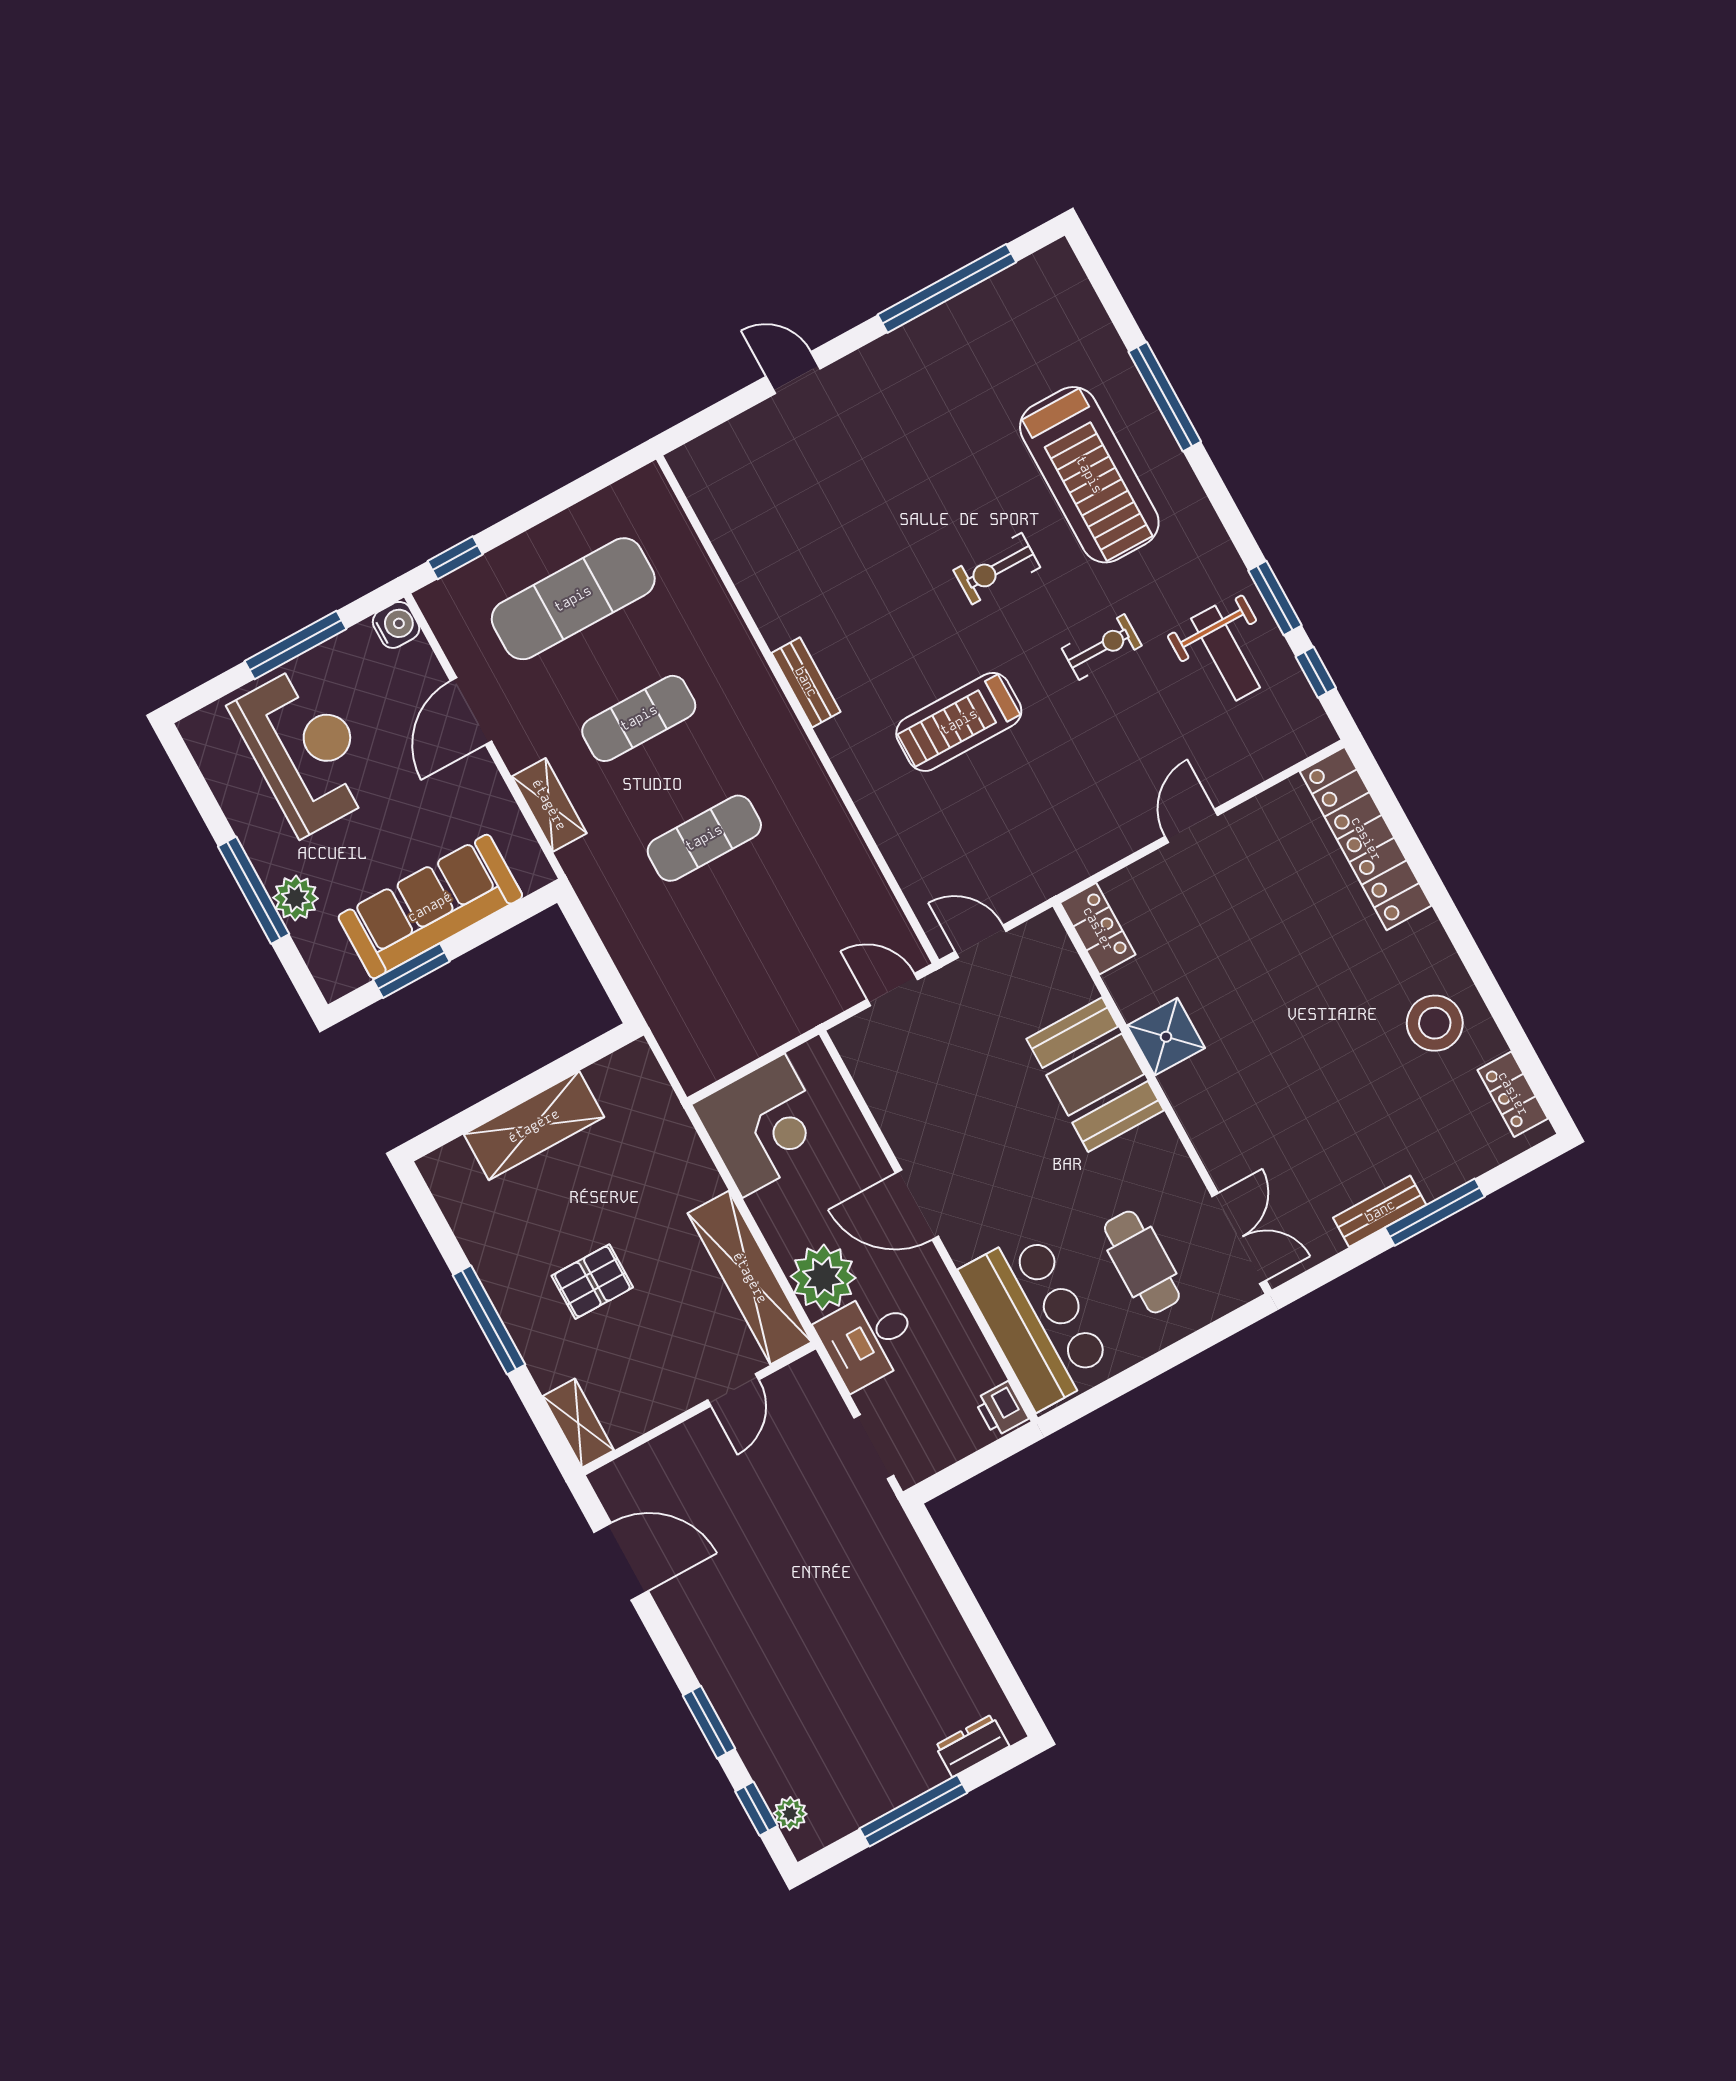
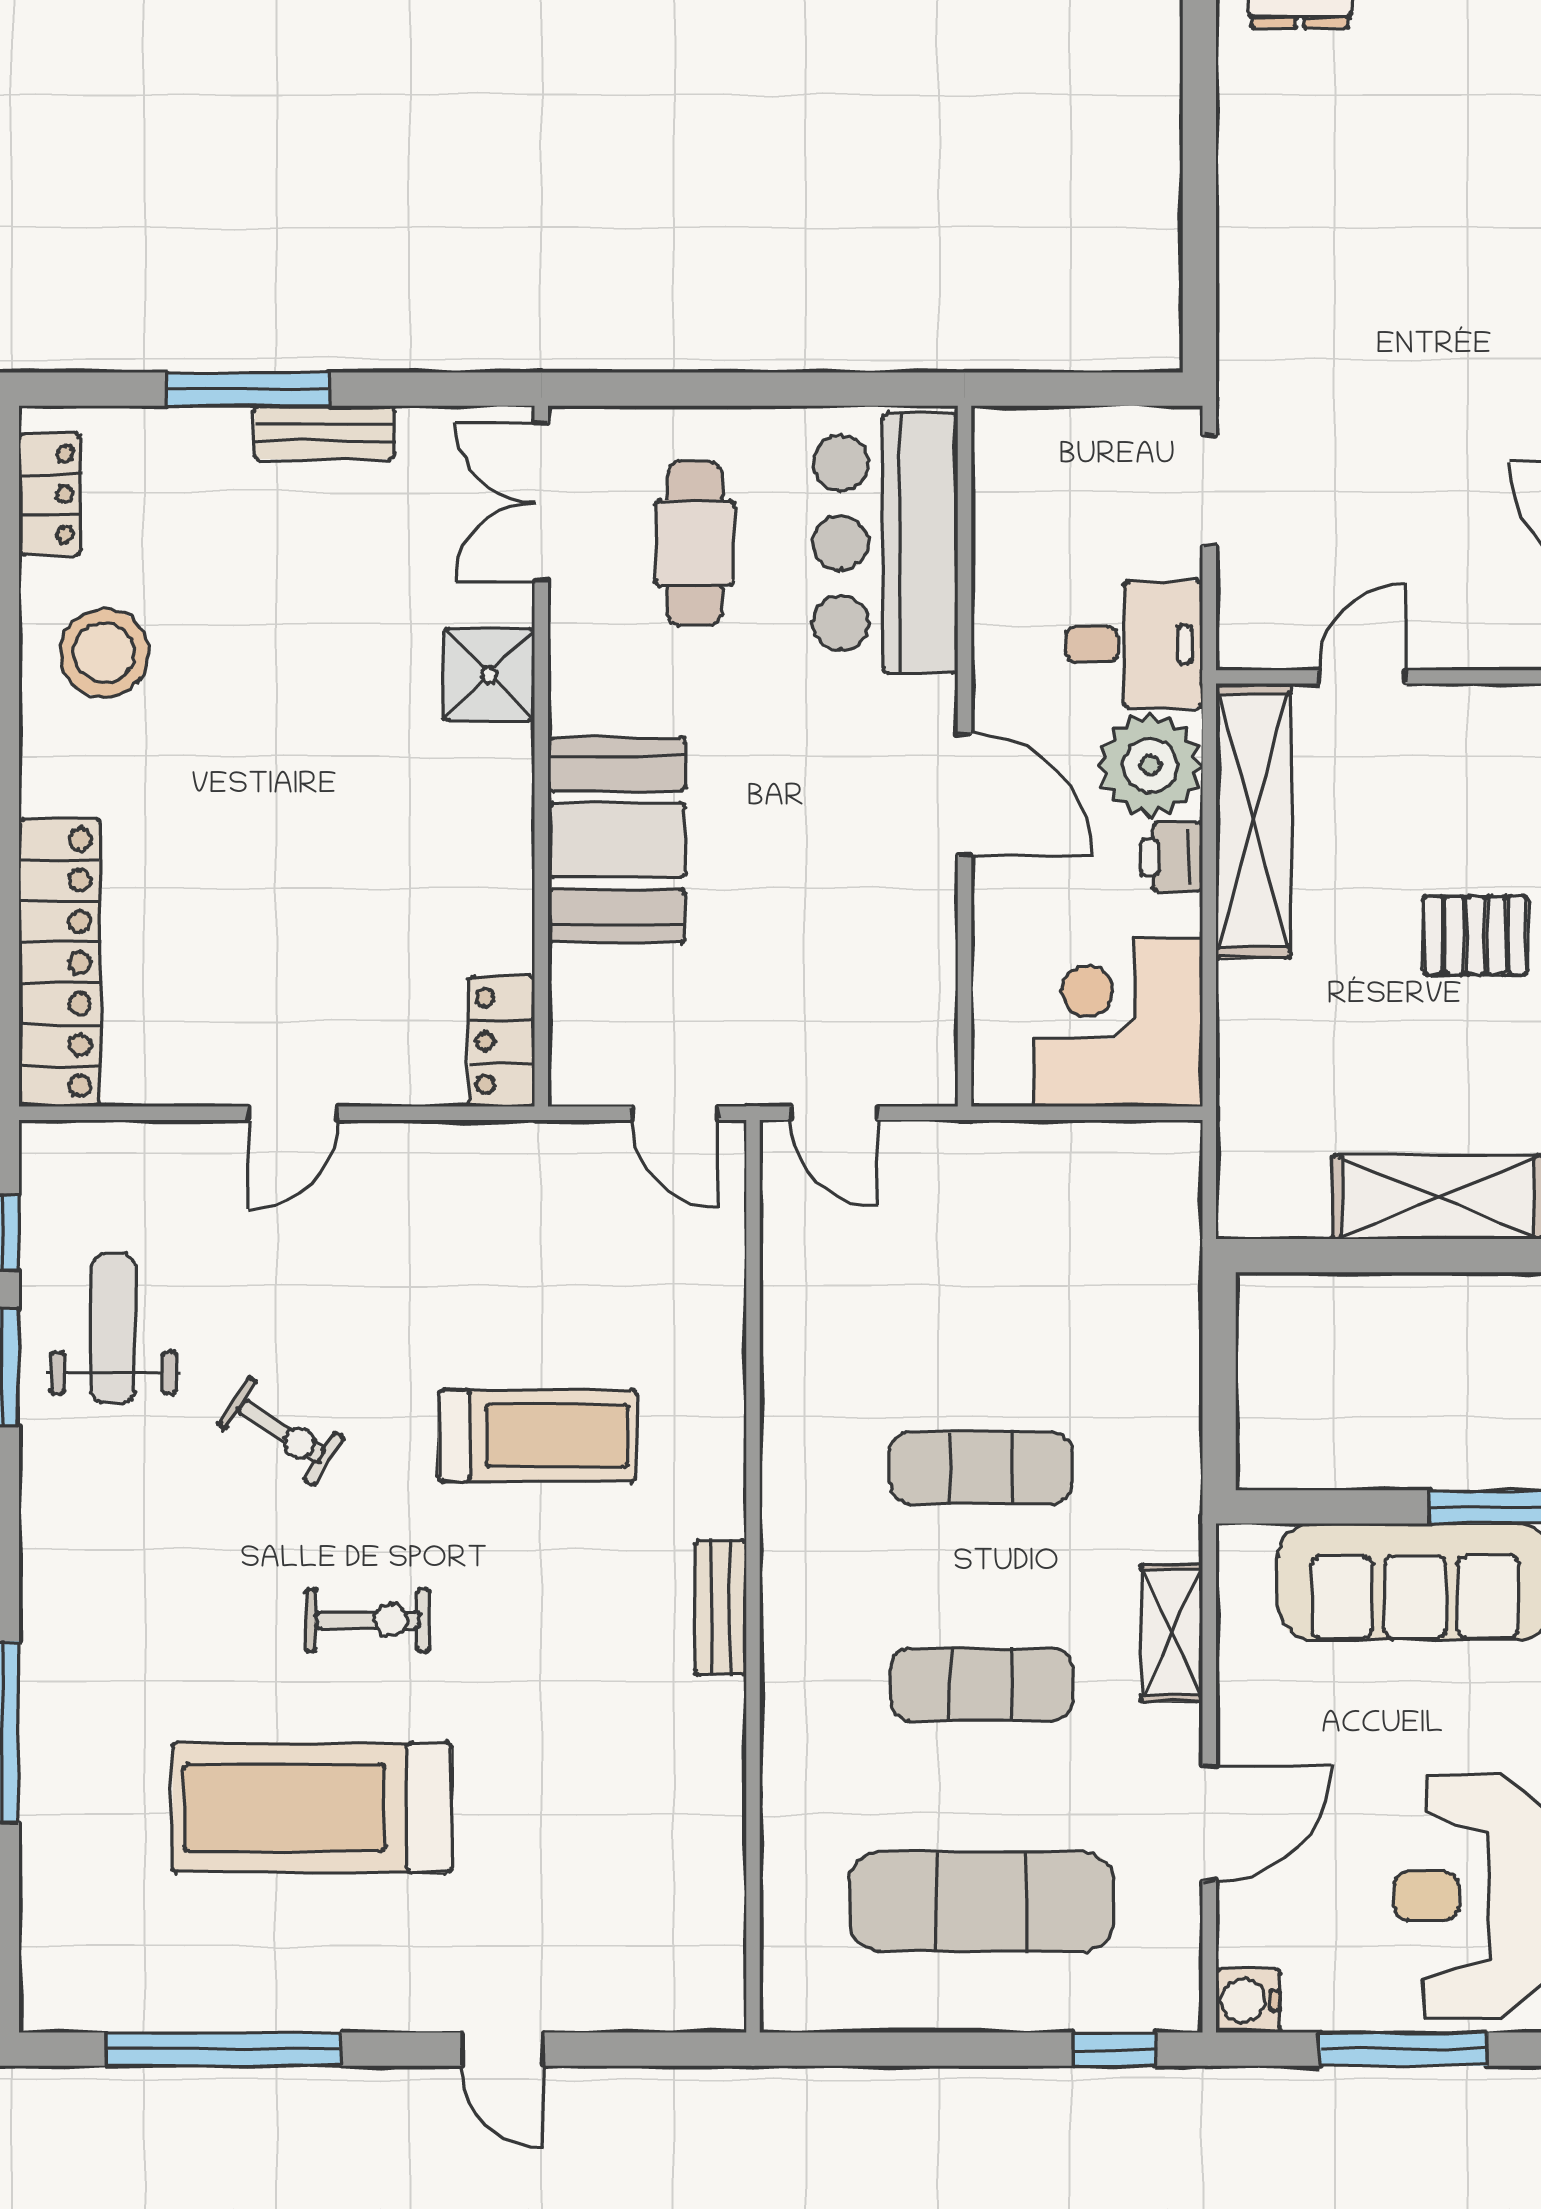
treadmill: (1089, 475) -> (312, 1807), moved, turned -90
exercise bike: (1102, 647) -> (281, 1431), turned -147
shower: (1166, 1037) -> (489, 674), moved
printer: (1001, 1409) -> (1171, 857), moved, turned 180

